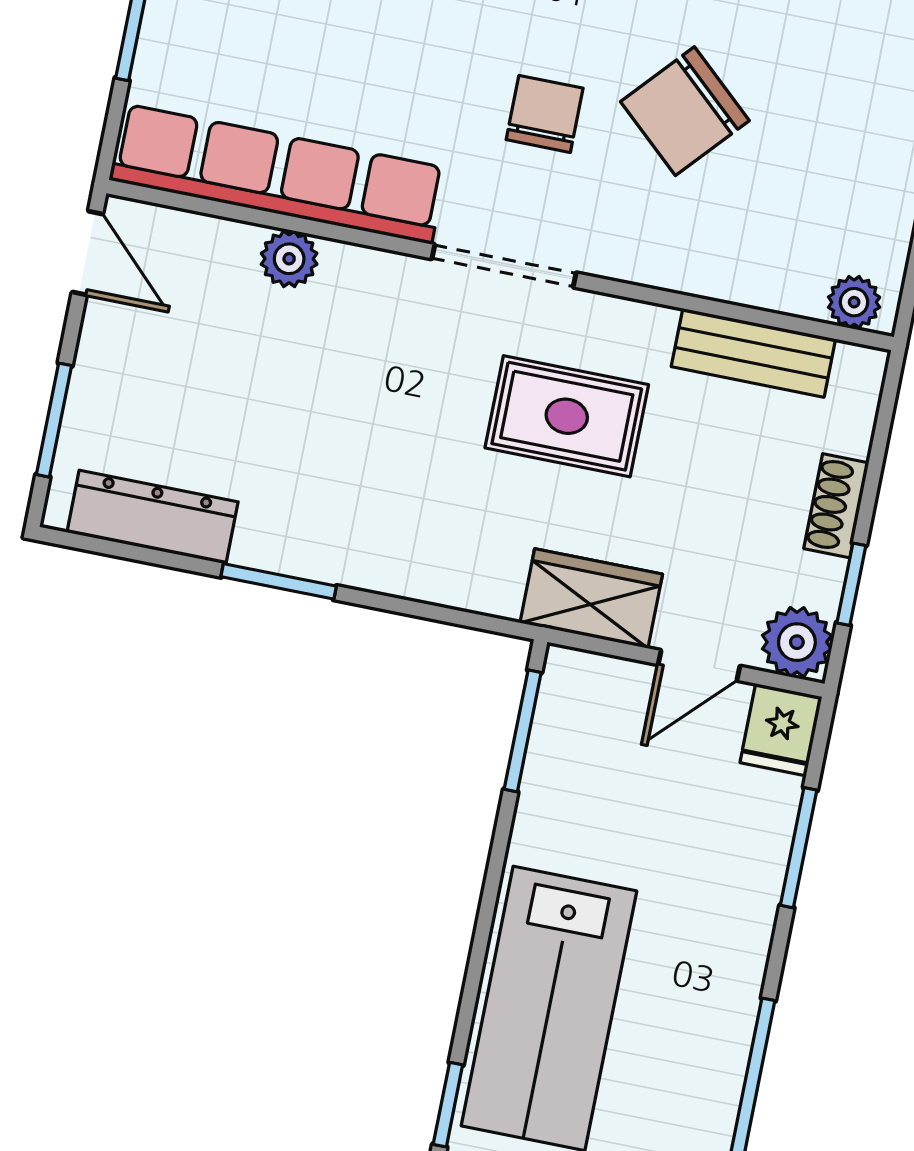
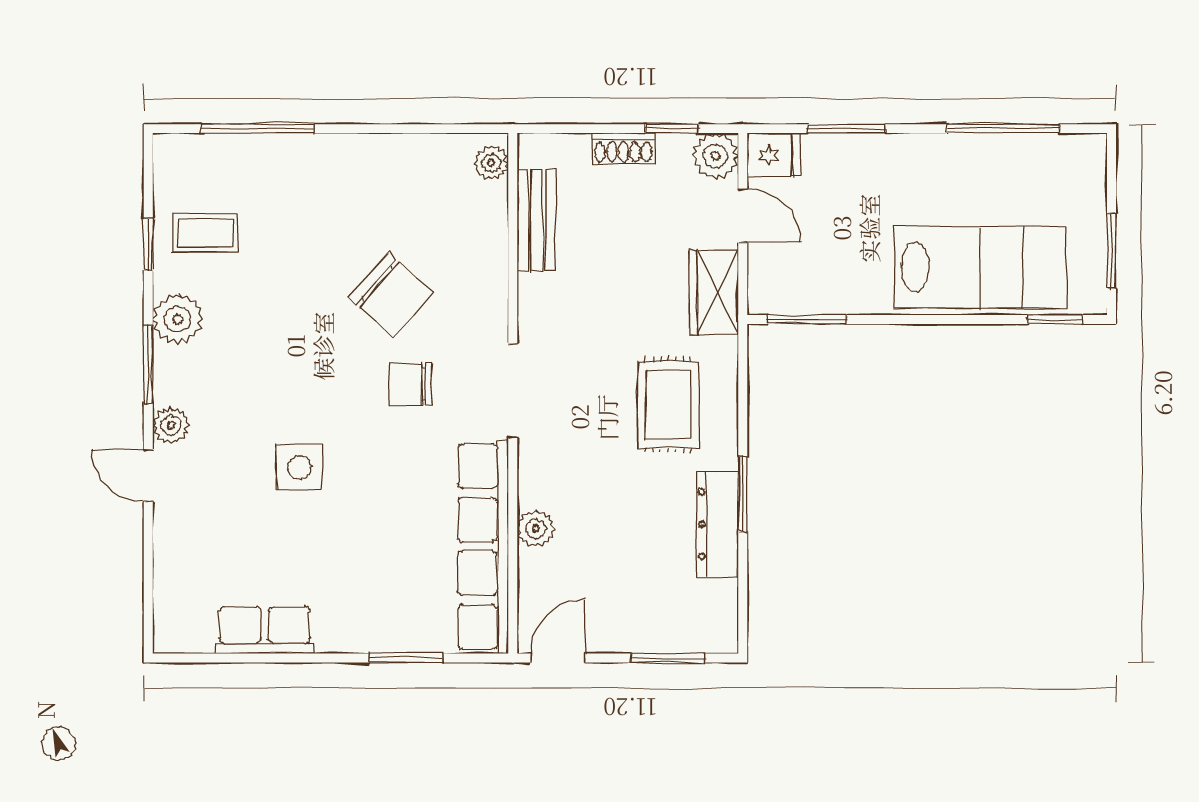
rug: (567, 416) -> (668, 405), moved
dresser: (153, 517) -> (718, 524), moved

